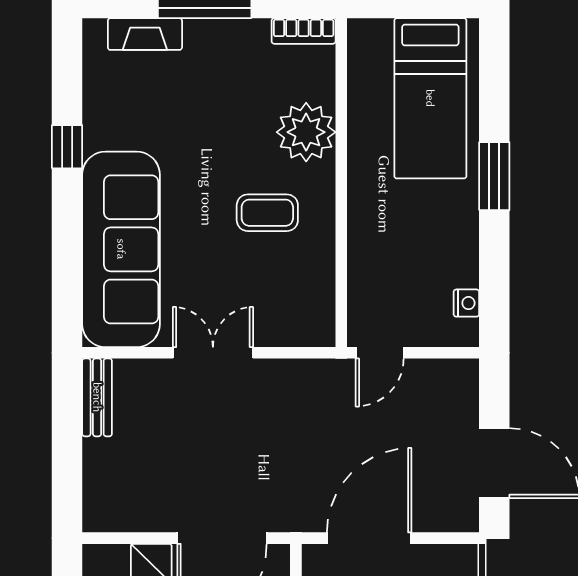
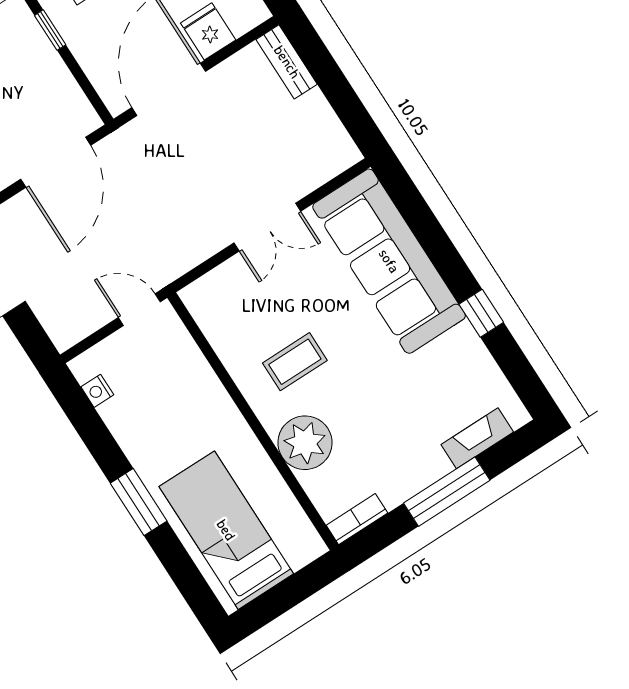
door: (380, 353) -> (139, 310), hinge flipped
bench: (97, 397) -> (287, 62), moved

